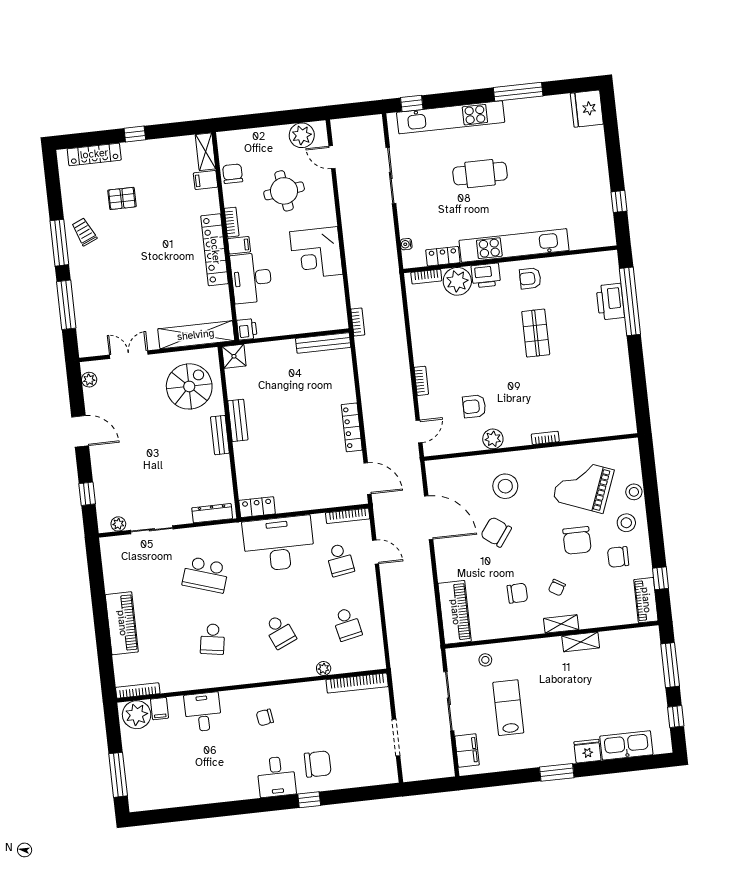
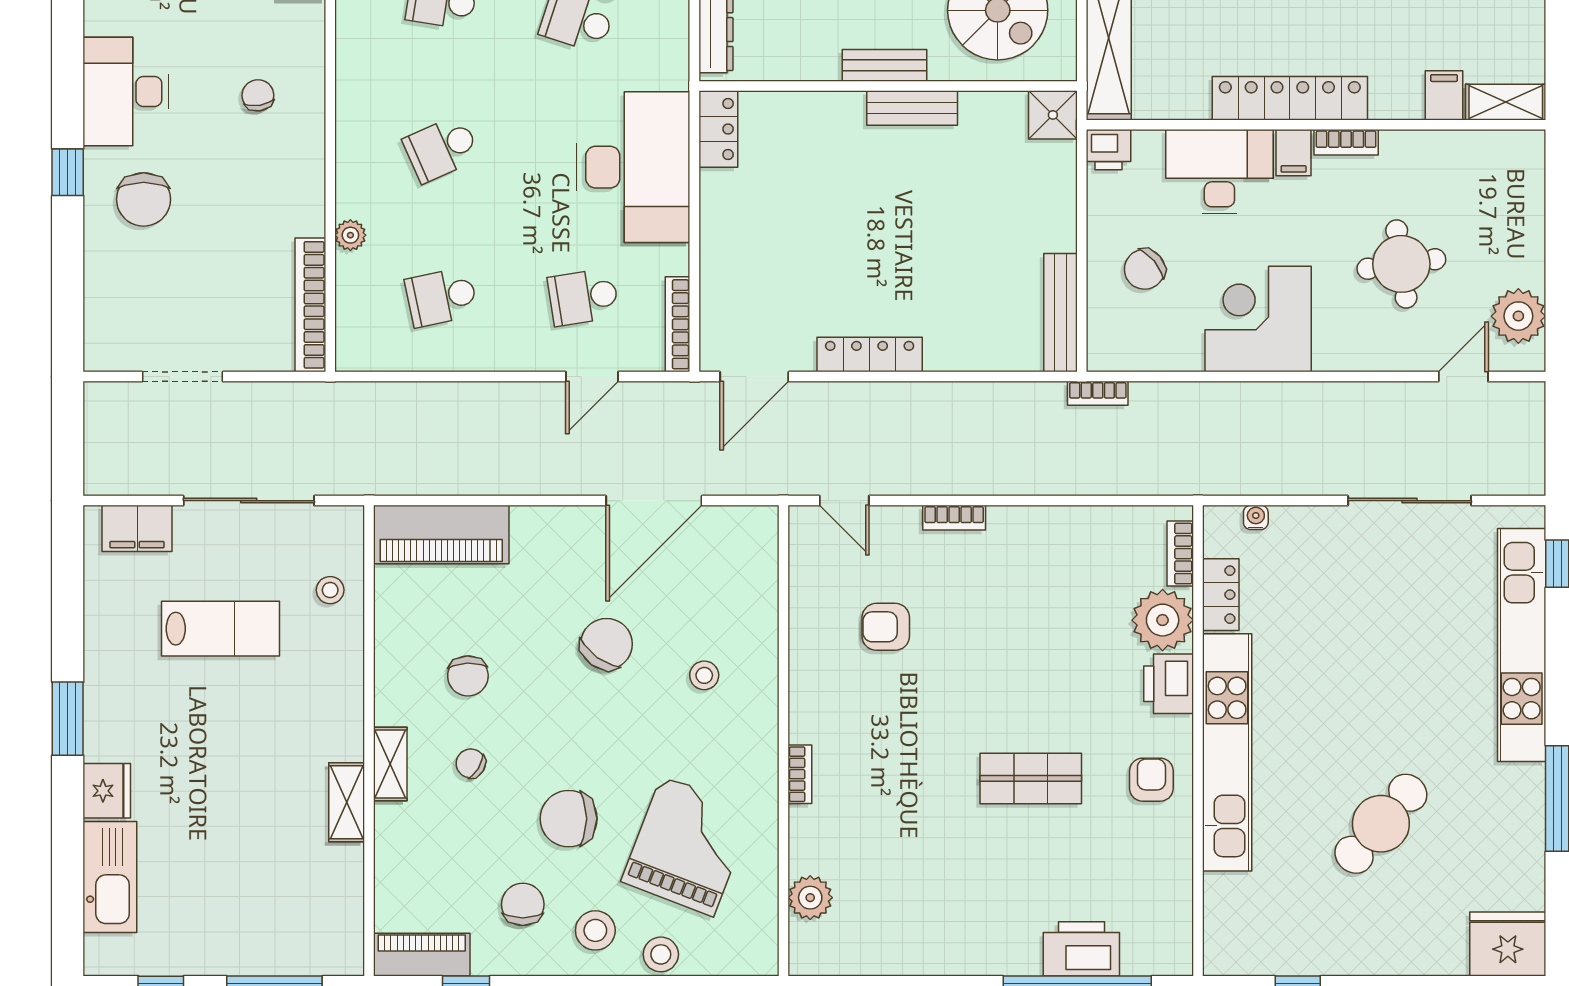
chair: (233, 174) -> (1145, 269), moved, turned 140
cafe table: (480, 174) -> (1381, 824), moved, turned 41
armchair: (474, 406) -> (886, 627), turned -90
plant: (493, 439) -> (810, 898), moved
stool: (505, 486) -> (704, 675), width x0.53, depth x0.53
desk: (276, 777) -> (126, 92), width x1.37

